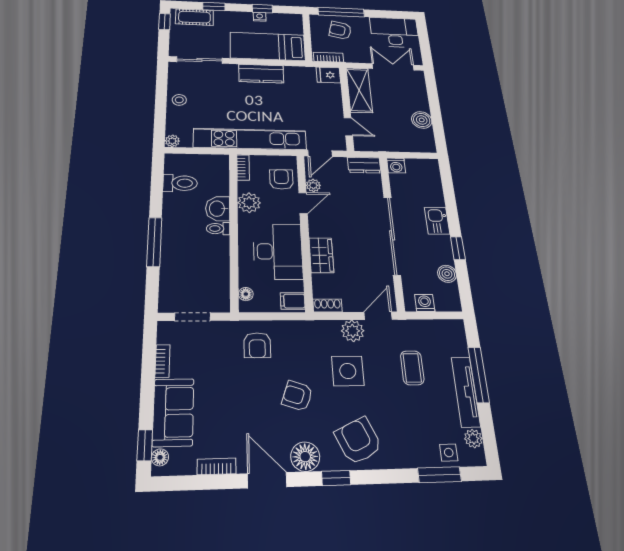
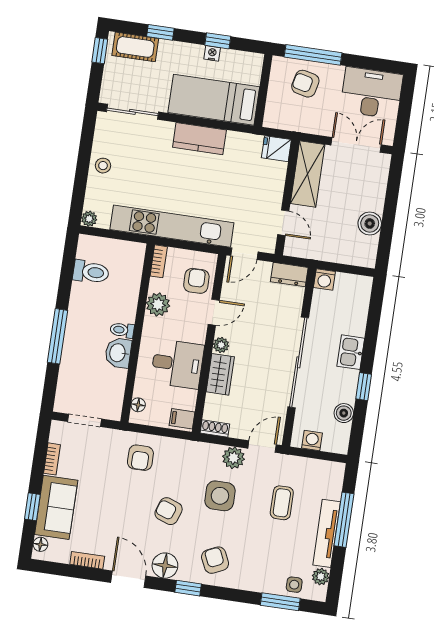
bookcase: (328, 57) -> (282, 123), removed
plant: (313, 185) -> (221, 345), moved
washbasin: (218, 209) -> (118, 353), moved
desk: (278, 251) -> (177, 364), width x0.73
armchair: (358, 441) -> (215, 560), width x0.72, depth x0.72
window: (145, 445) -> (32, 507), moved

